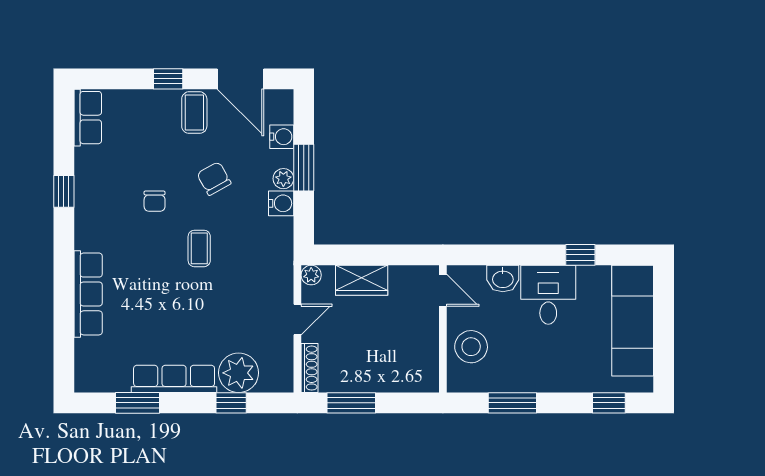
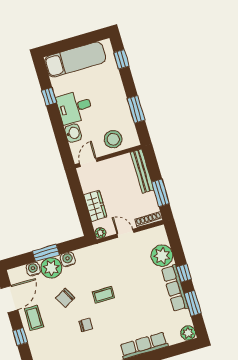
coffee table: (194, 113) -> (34, 318), turned 90
plant: (283, 179) -> (51, 268), width x1.87, depth x1.87
plant: (88, 379) -> (188, 333), added
bench: (399, 382) -> (142, 171), added
window: (231, 403) -> (184, 273), moved

